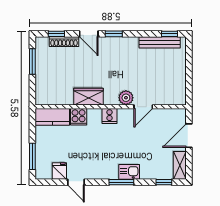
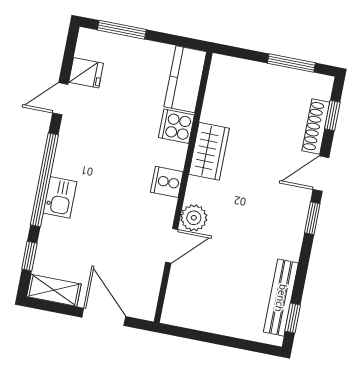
door: (143, 107) -> (172, 246), swing flipped
window: (121, 182) -> (44, 180), width x2.11

